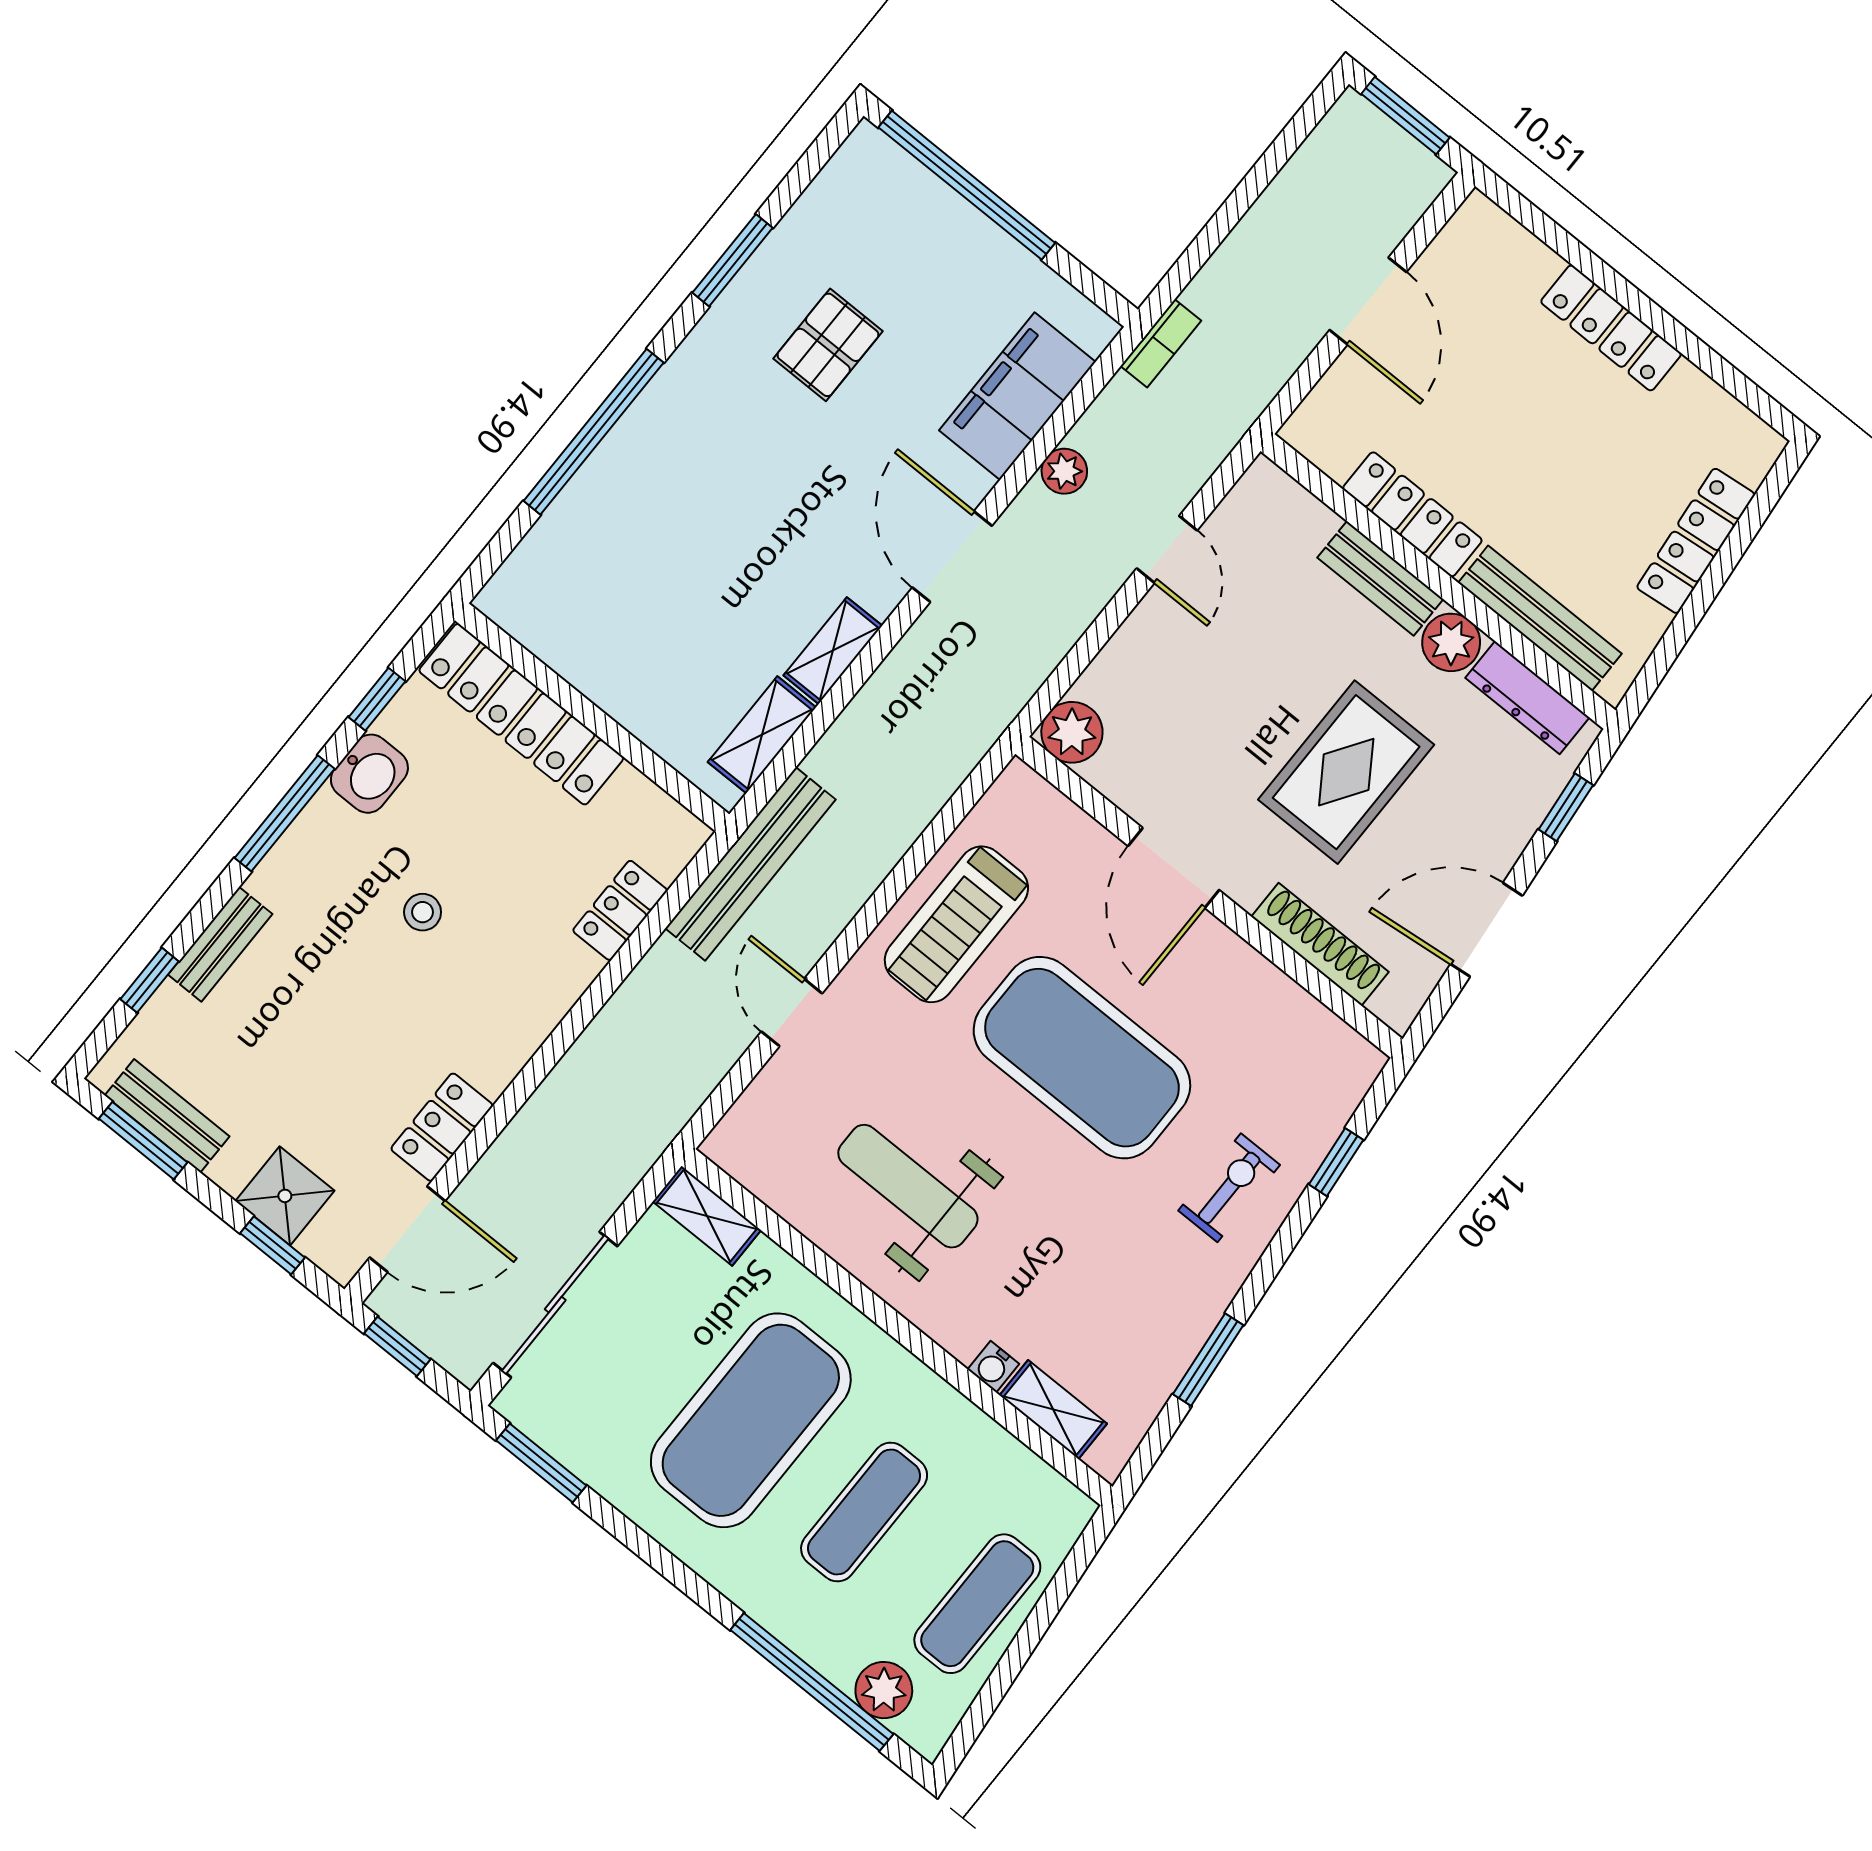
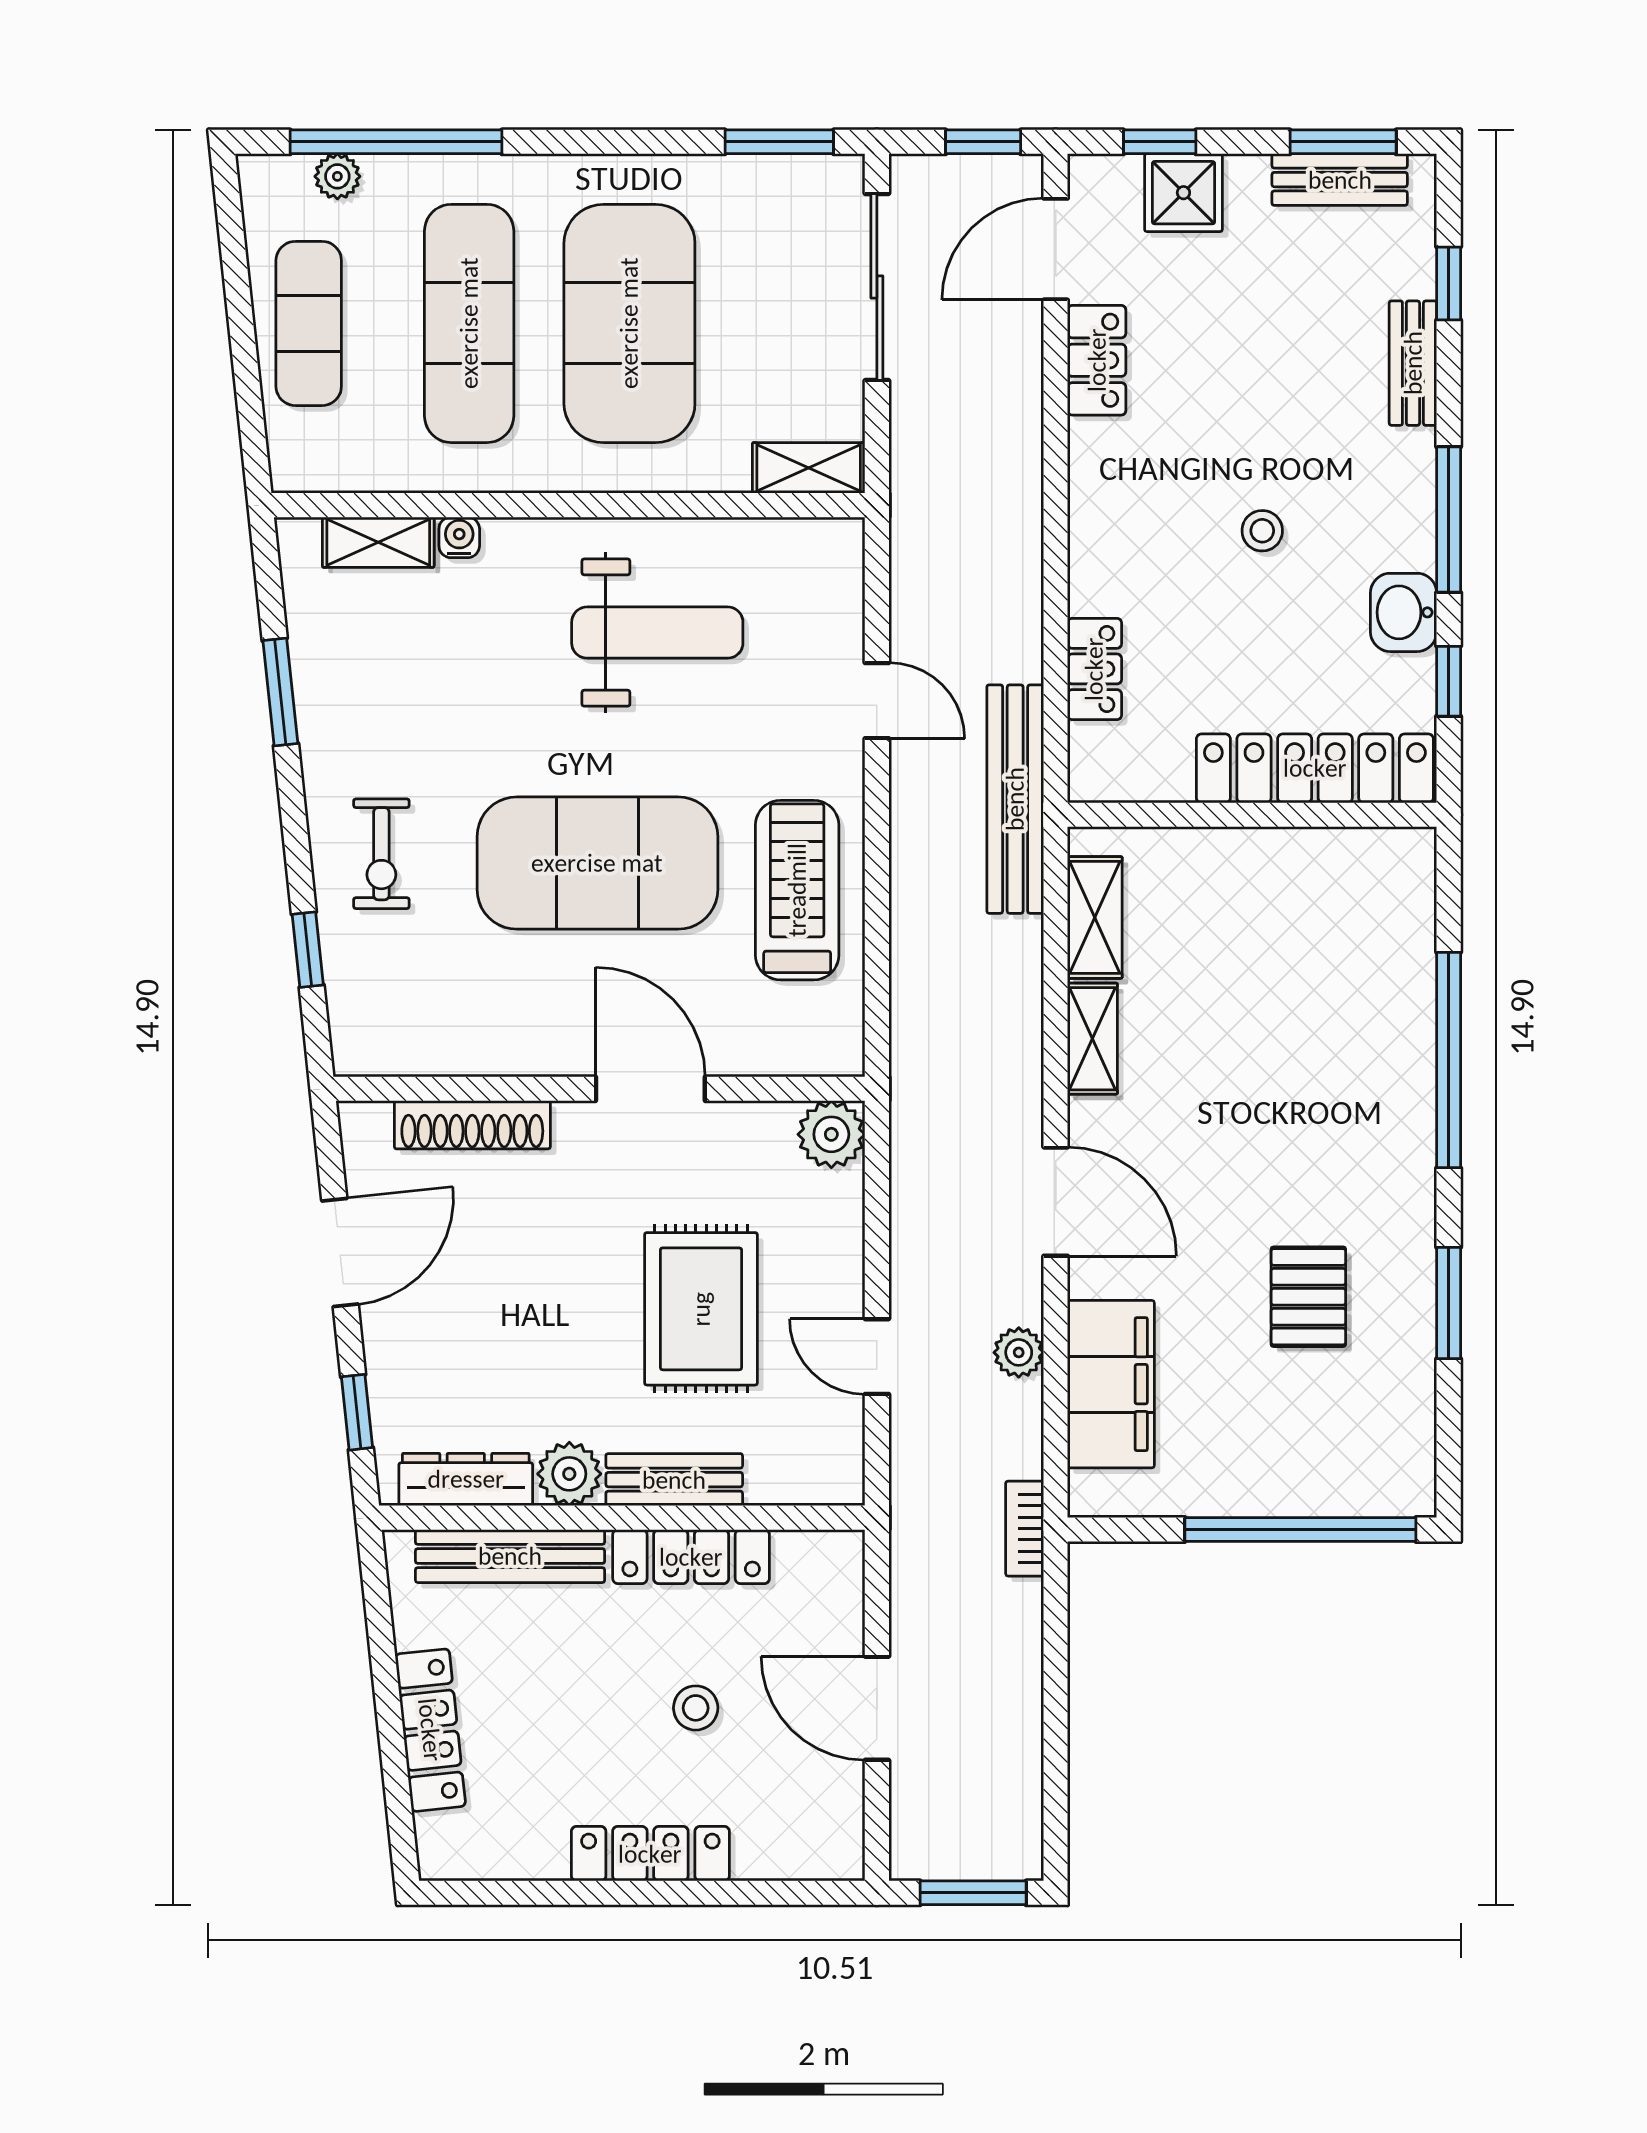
stool: (1496, 405) -> (696, 1708), added
rug: (1346, 772) -> (701, 1309), moved
exercise mat: (864, 1512) -> (469, 323), width x1.36, depth x1.45
plant: (884, 1690) -> (337, 176), width x0.73, depth x0.73

